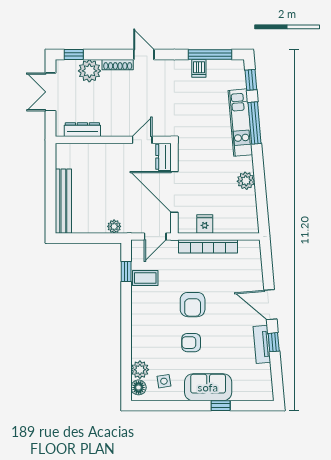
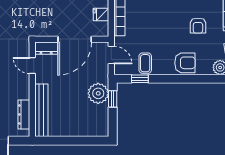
bench: (63, 201) -> (41, 110), moved, turned 90
plant: (114, 226) -> (98, 93), width x1.87, depth x1.87
window: (101, 238) -> (113, 99), added
armchair: (193, 305) -> (185, 63), moved

